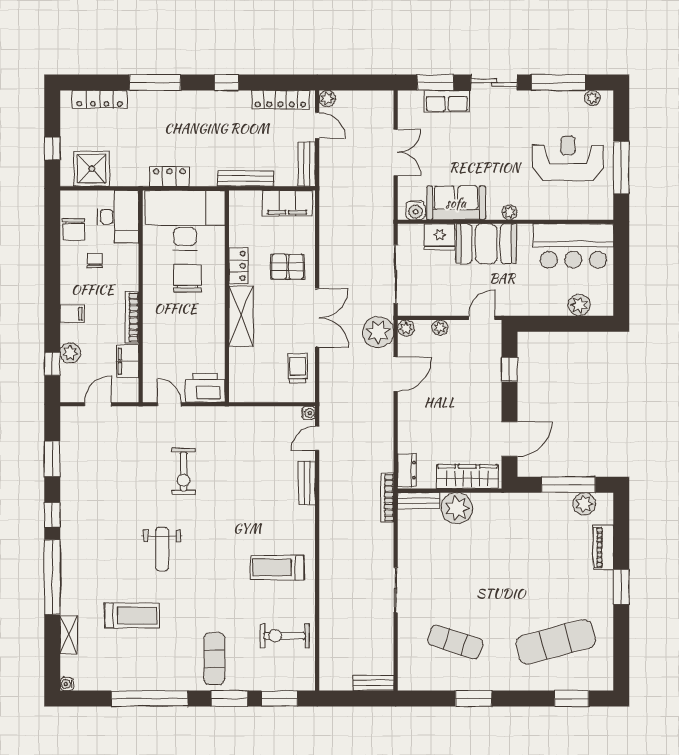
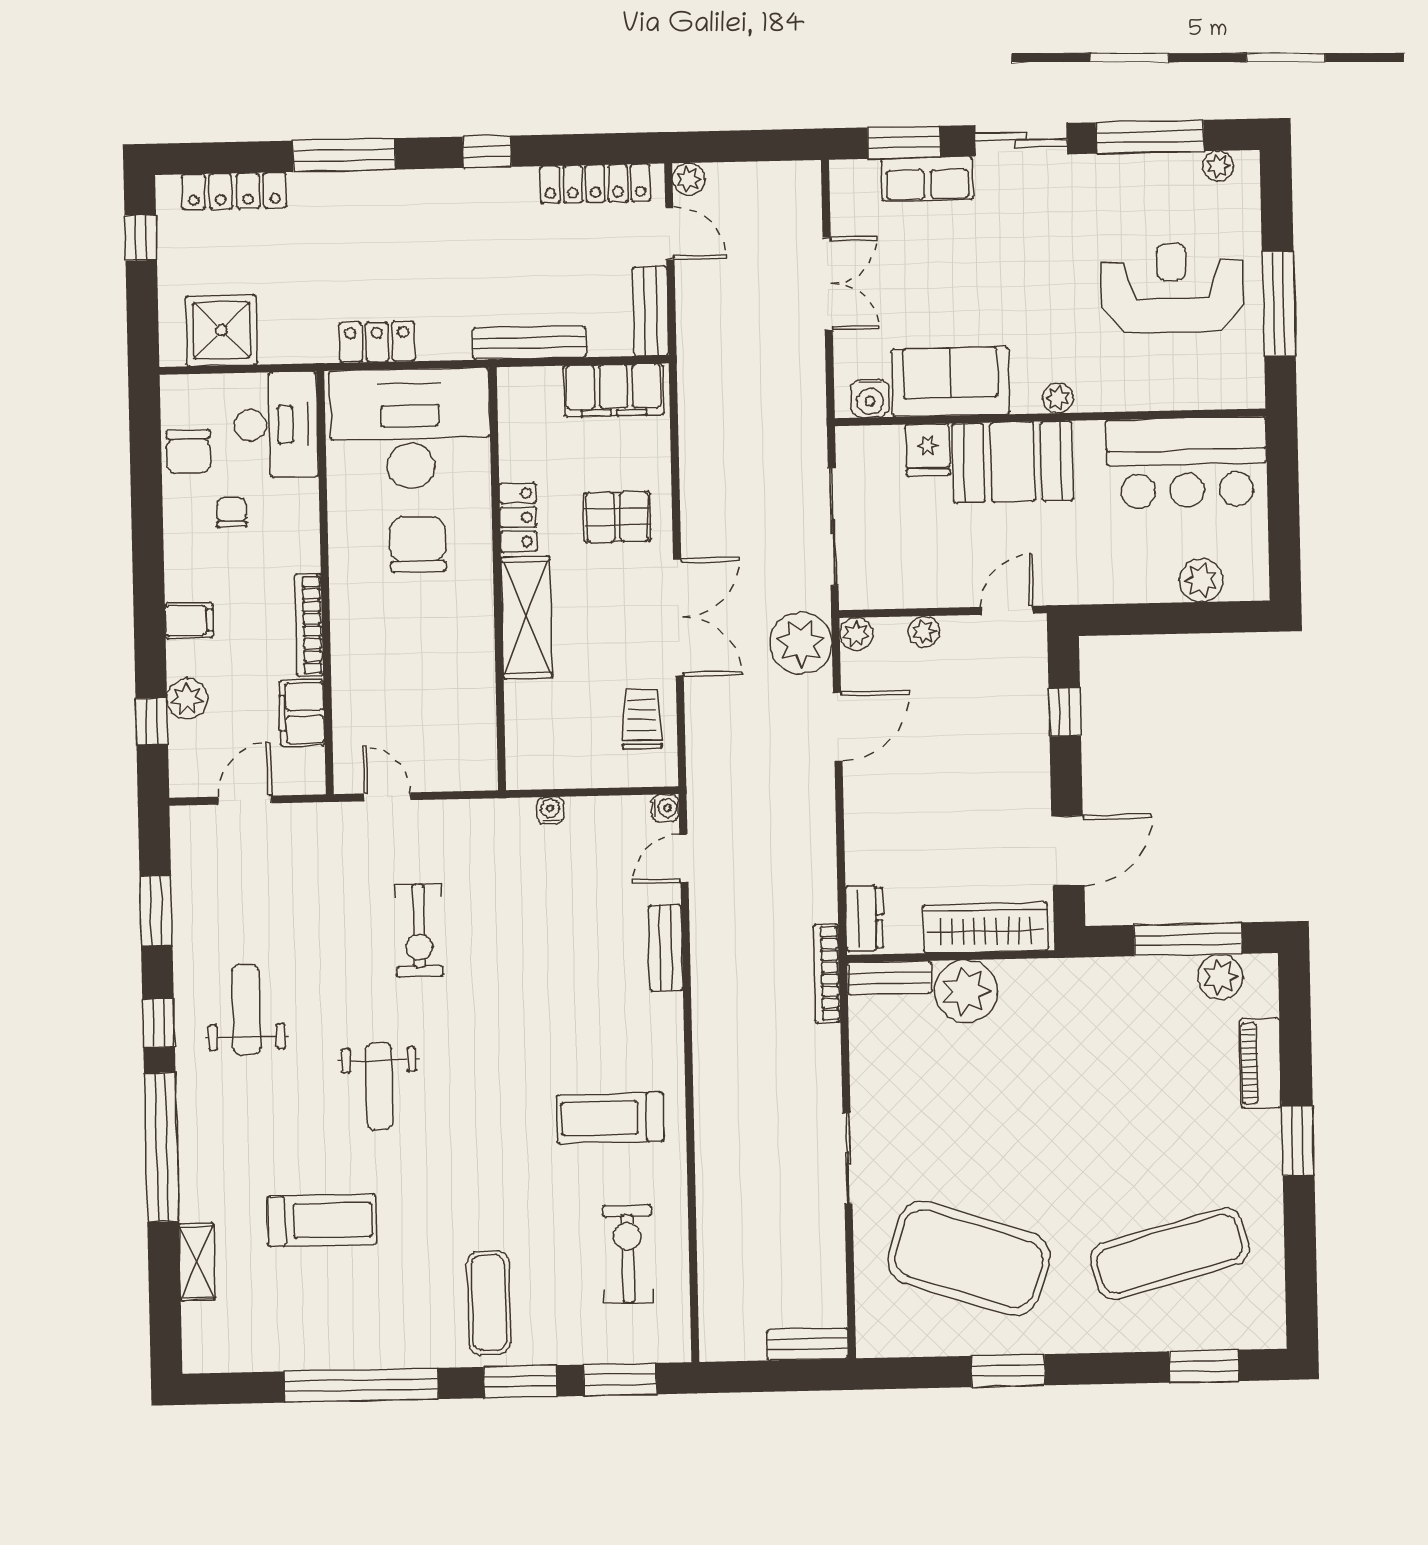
window: (52, 149) -> (141, 238), moved
fridge: (440, 237) -> (928, 450), width x0.72
printer: (205, 388) -> (458, 763), removed
weight bench: (96, 509) -> (246, 1010), added
exercise bike: (285, 636) -> (628, 1254), turned 90
exercise mat: (455, 642) -> (969, 1258), width x2.00, depth x1.45
water cooler: (67, 684) -> (550, 810), moved, turned 90

